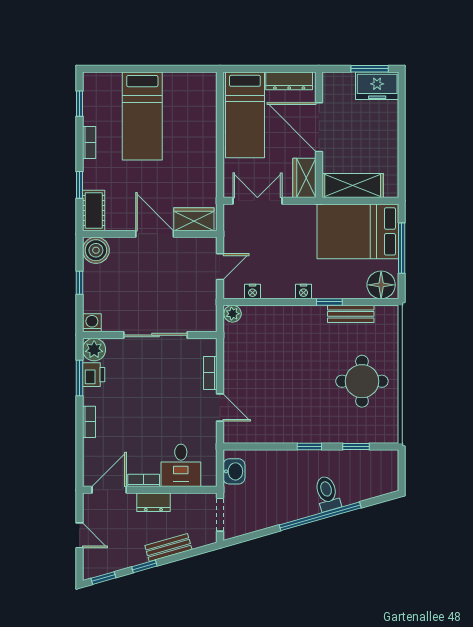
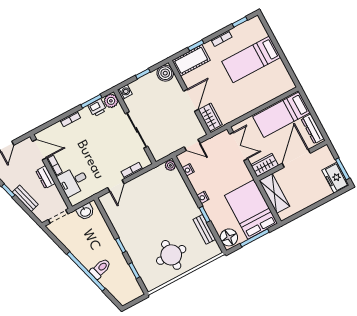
cot: (94, 210) -> (191, 60), width x1.37, depth x1.34

